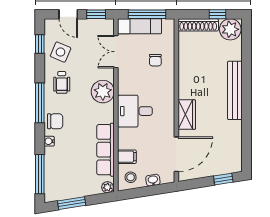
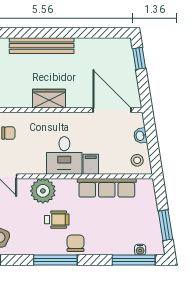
wheelchair: (62, 82) -> (57, 220), moved
wardrobe: (187, 115) -> (49, 99), moved
water cooler: (49, 141) -> (140, 250), moved
filing cabinet: (127, 157) -> (91, 164), moved
plant: (107, 187) -> (148, 186), removed

